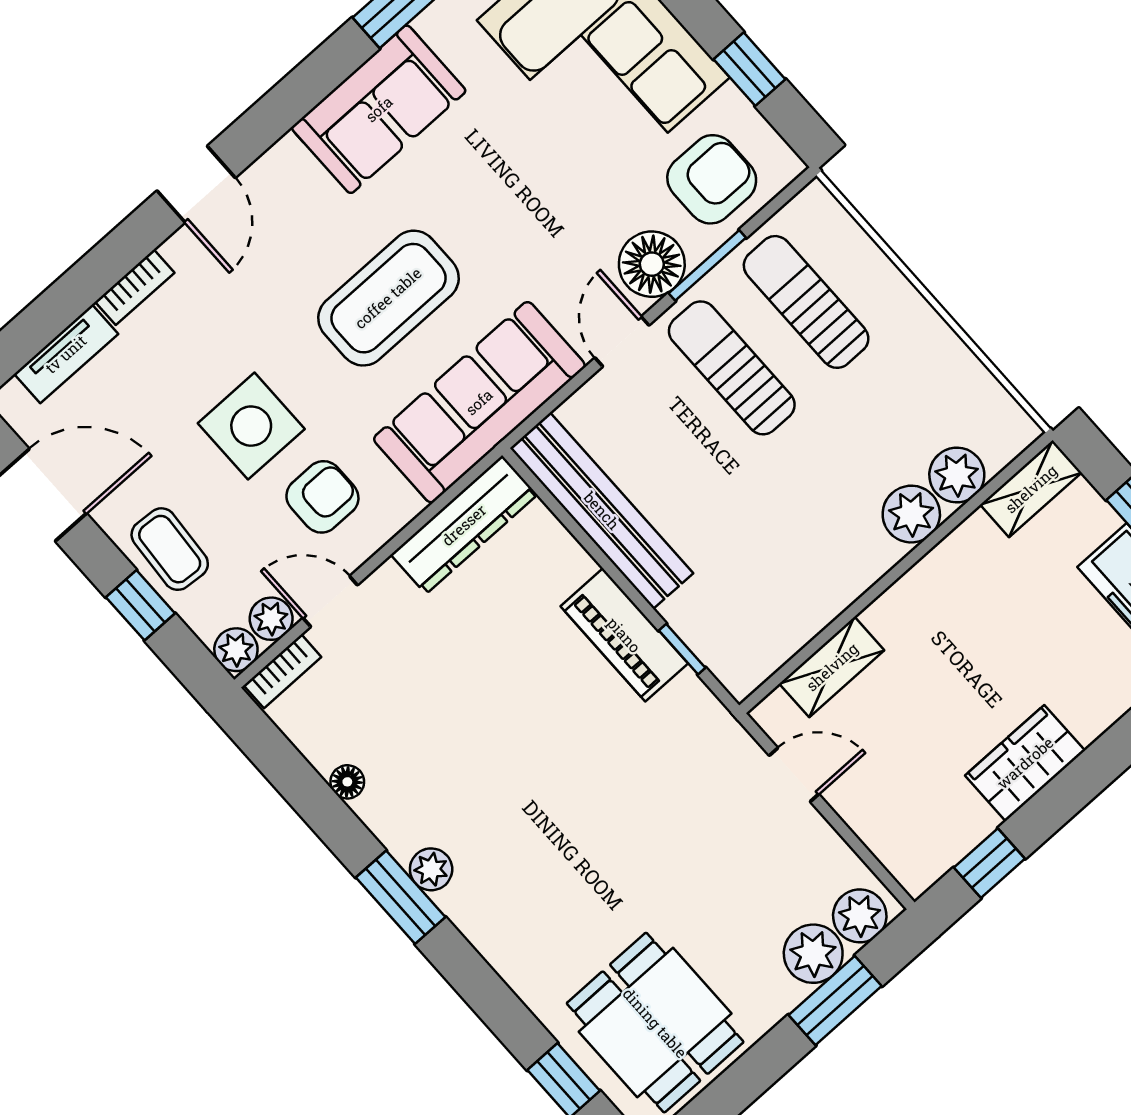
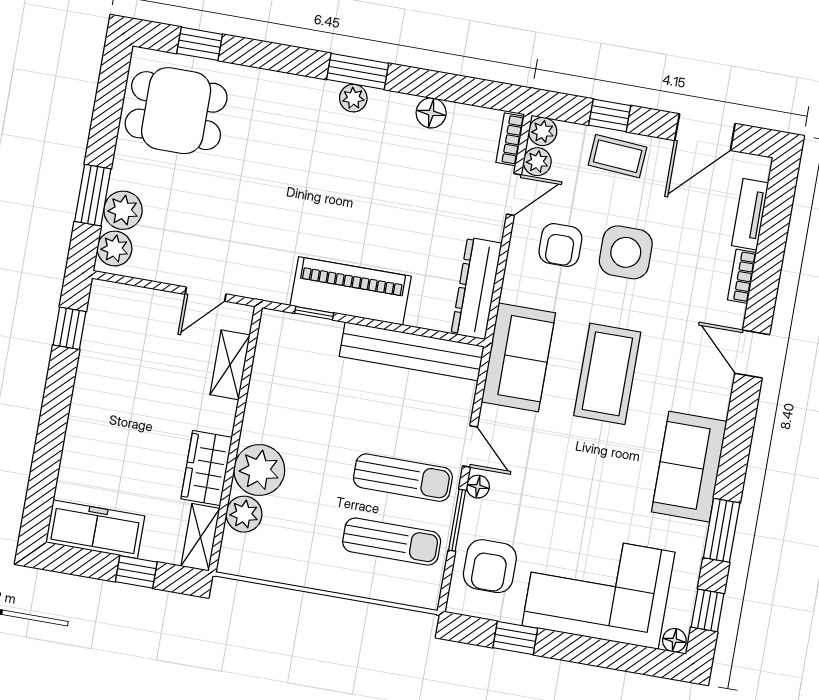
floor lamp: (652, 264) -> (478, 487), width x0.53, depth x0.53
sofa: (479, 402) -> (518, 357), width x0.73
plant: (911, 514) -> (259, 470), width x1.36, depth x1.36
piano: (624, 635) -> (351, 291), width x1.37, depth x1.33
wardrobe: (1025, 763) -> (207, 468), moved, turned 180
floor lamp: (347, 782) -> (431, 113), width x1.37, depth x1.37

